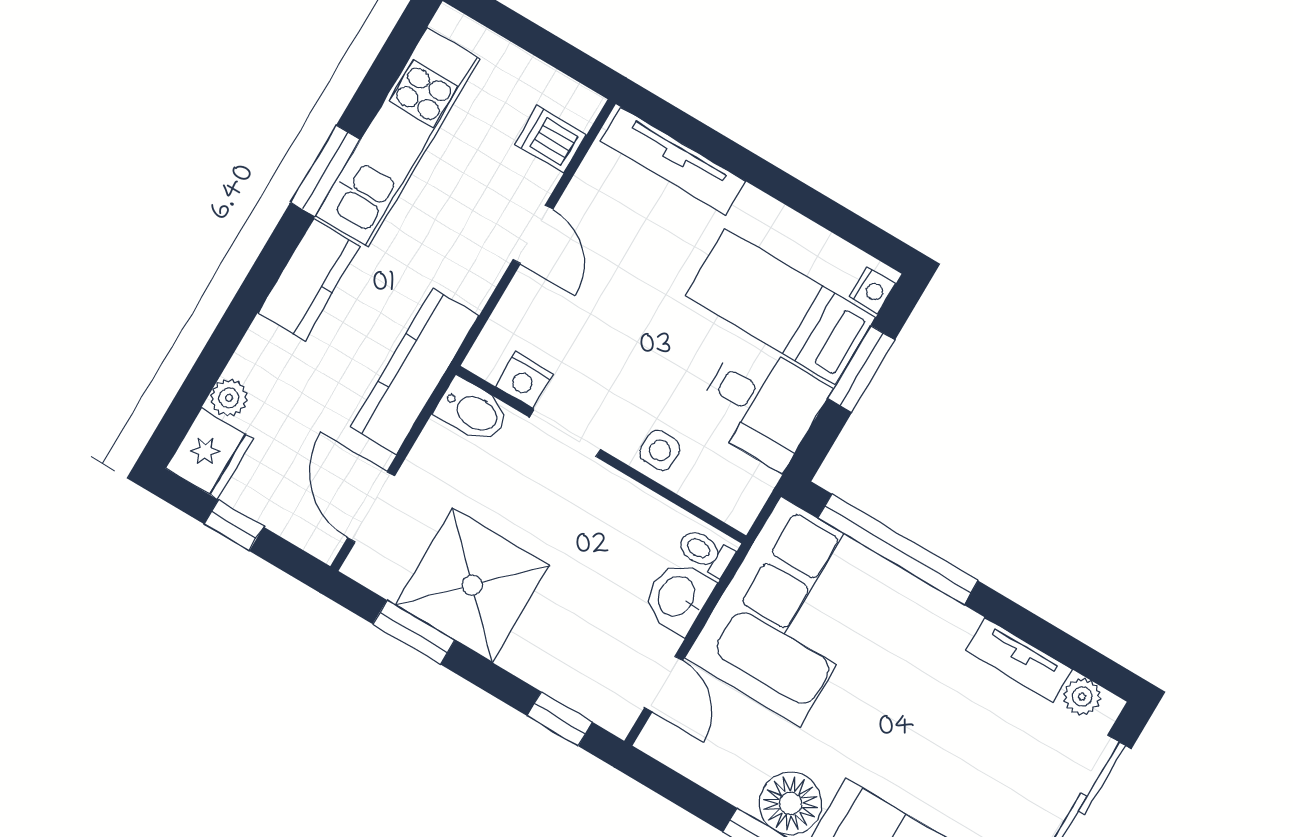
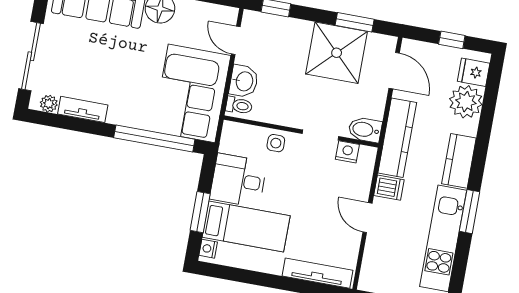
dishwasher: (550, 139) -> (389, 188), moved
plant: (229, 398) -> (466, 102), width x1.88, depth x1.88
fridge: (209, 453) -> (474, 72), width x0.72

